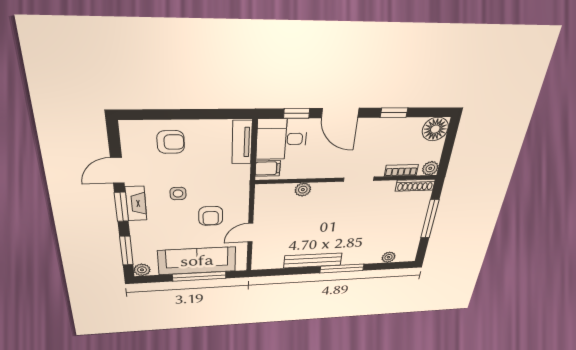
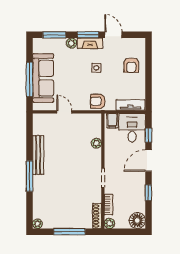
armchair: (211, 216) -> (98, 101), moved
plant: (388, 257) -> (37, 224), moved
plant: (142, 270) -> (71, 43), moved

